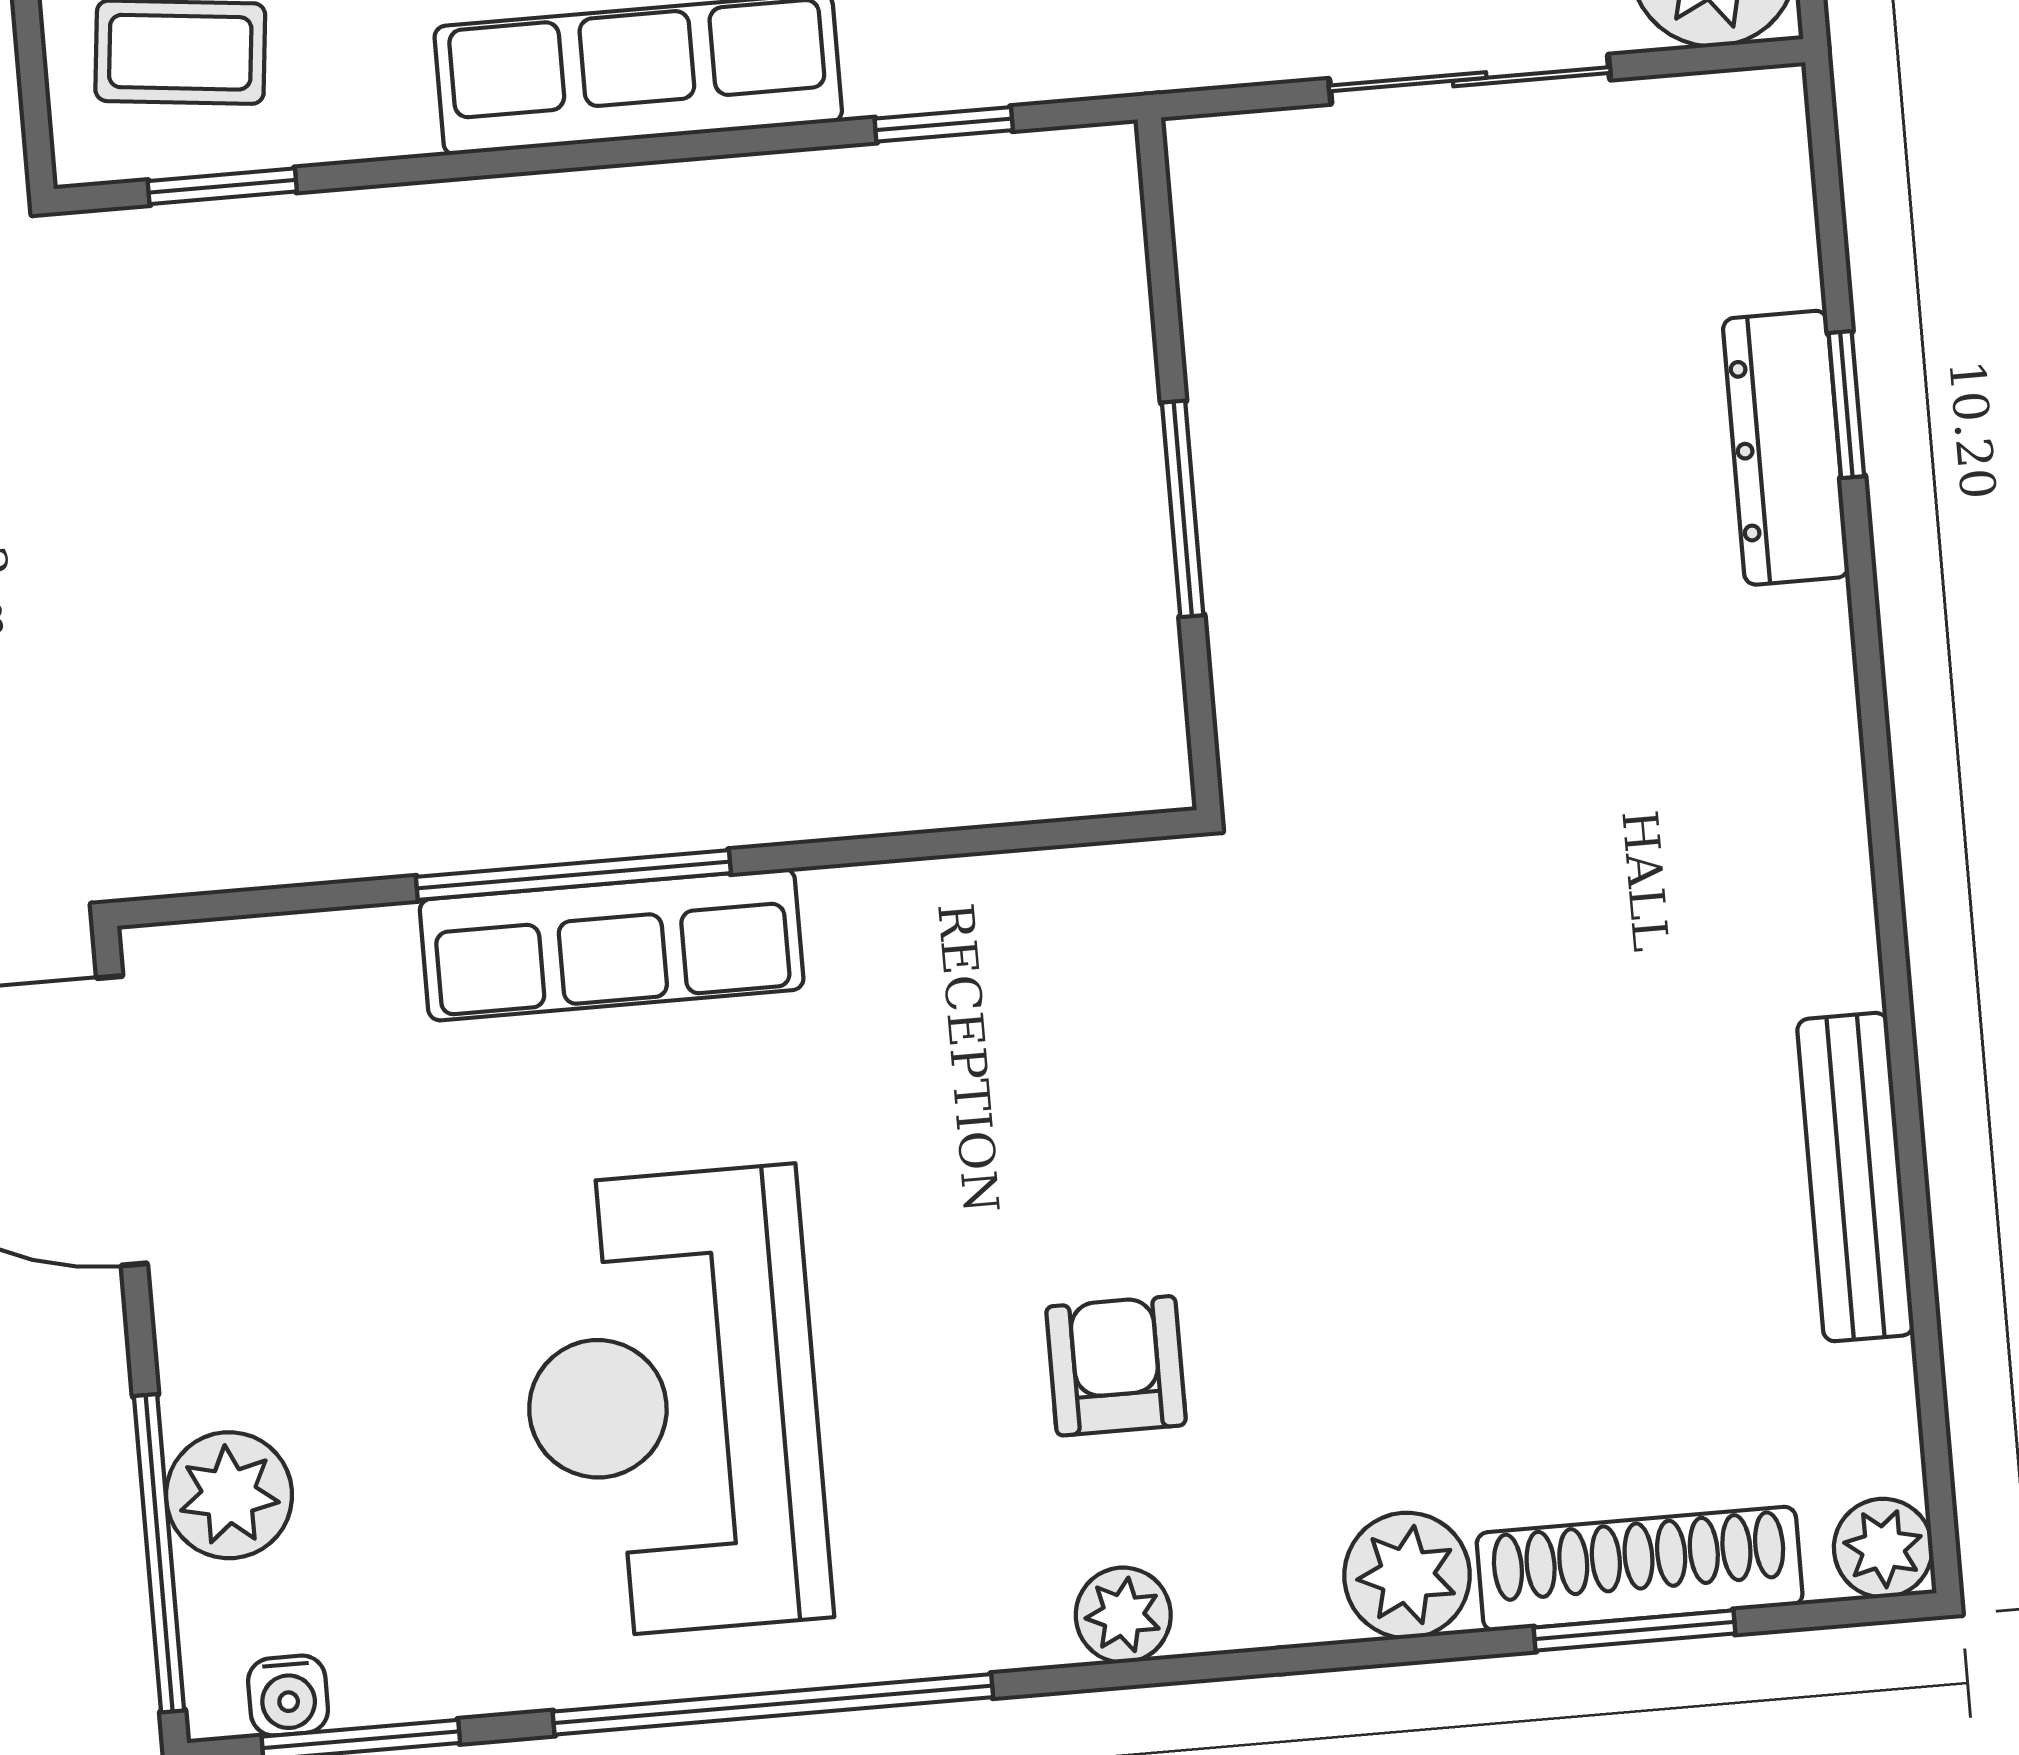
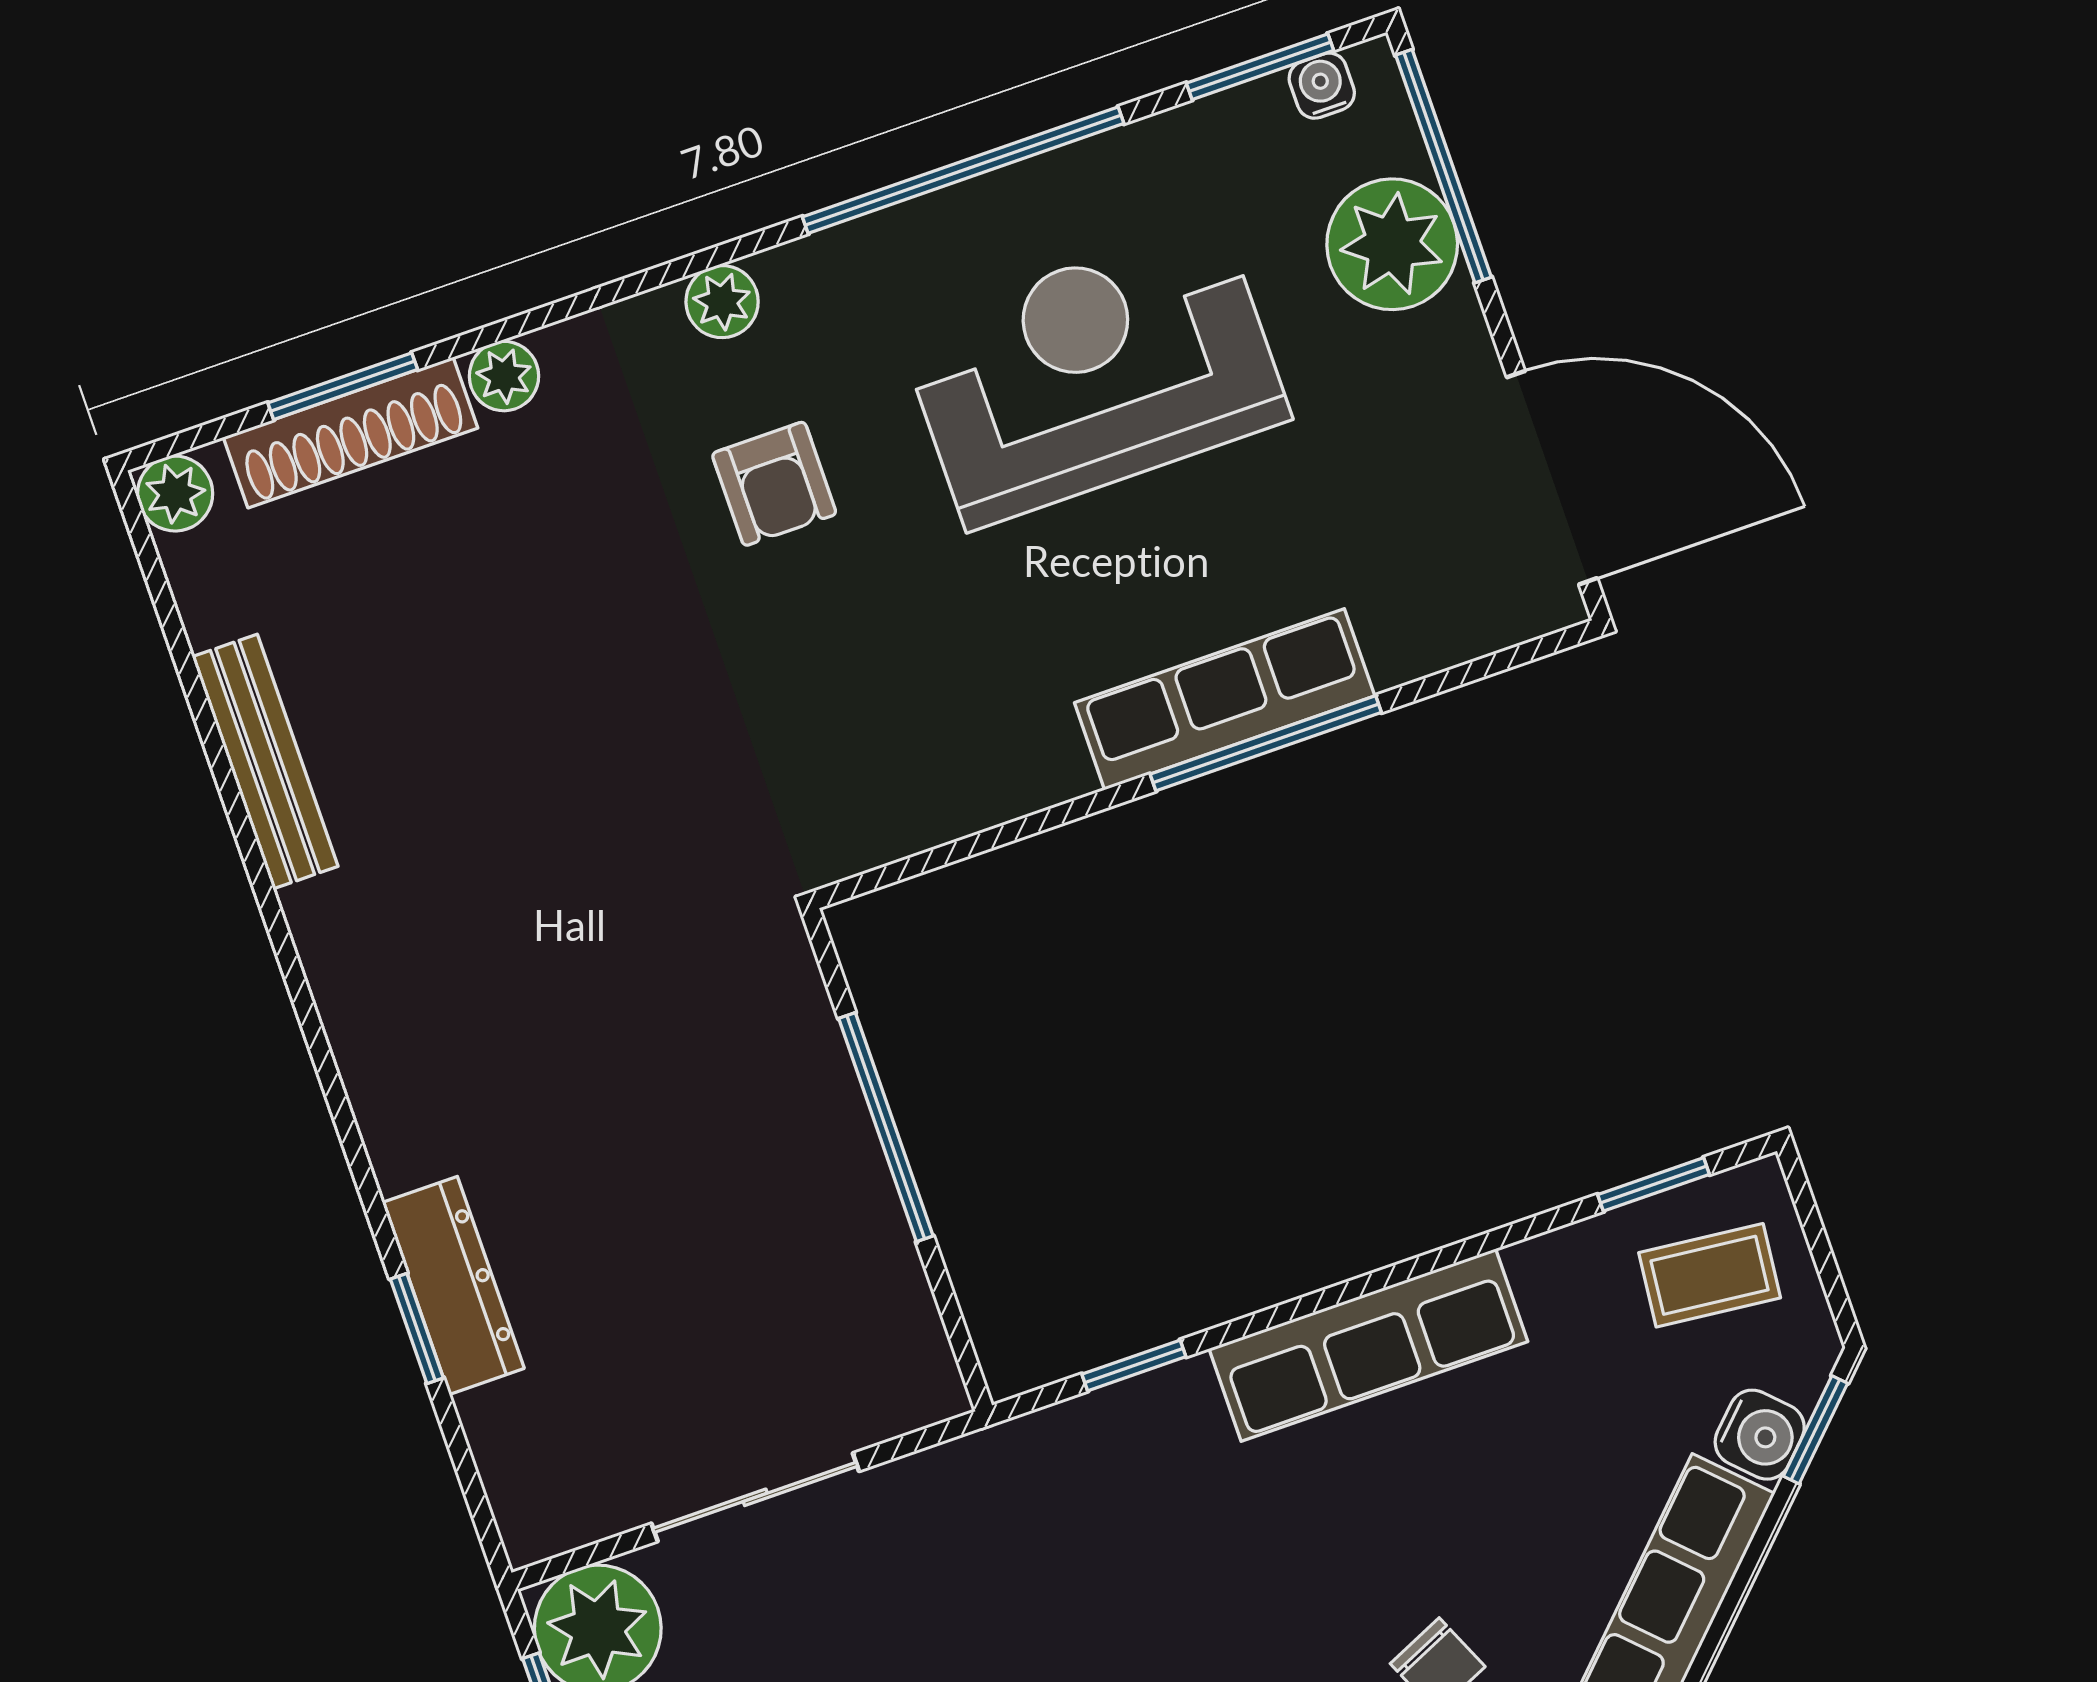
window: (1183, 509) -> (886, 1127), width x1.44
reception desk: (672, 1402) -> (1094, 374), turned -90
plant: (229, 1495) -> (1392, 244), width x1.36, depth x1.36
plant: (1407, 1575) -> (504, 376), width x0.73, depth x0.73

